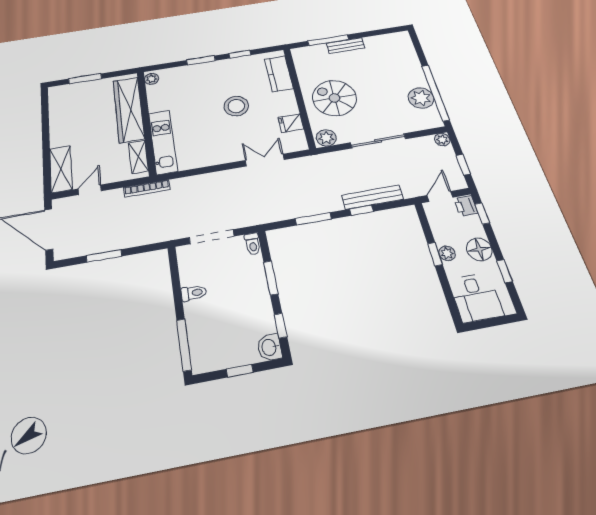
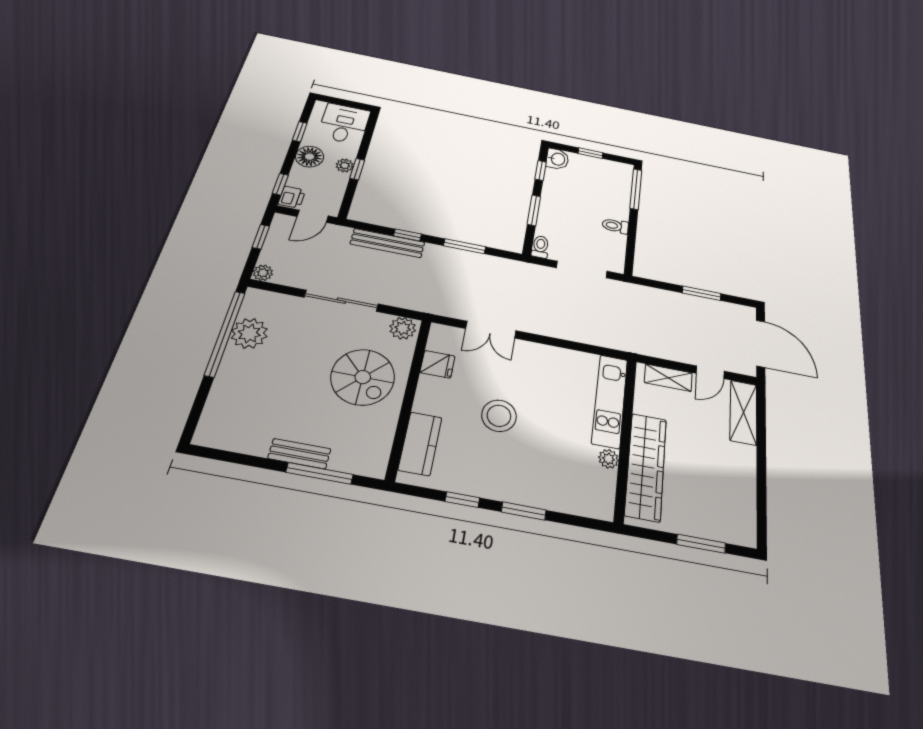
plant: (152, 79) -> (609, 459), moved
shelving: (138, 157) -> (668, 378), moved, turned 90
bookcase: (147, 188) -> (642, 349), removed

